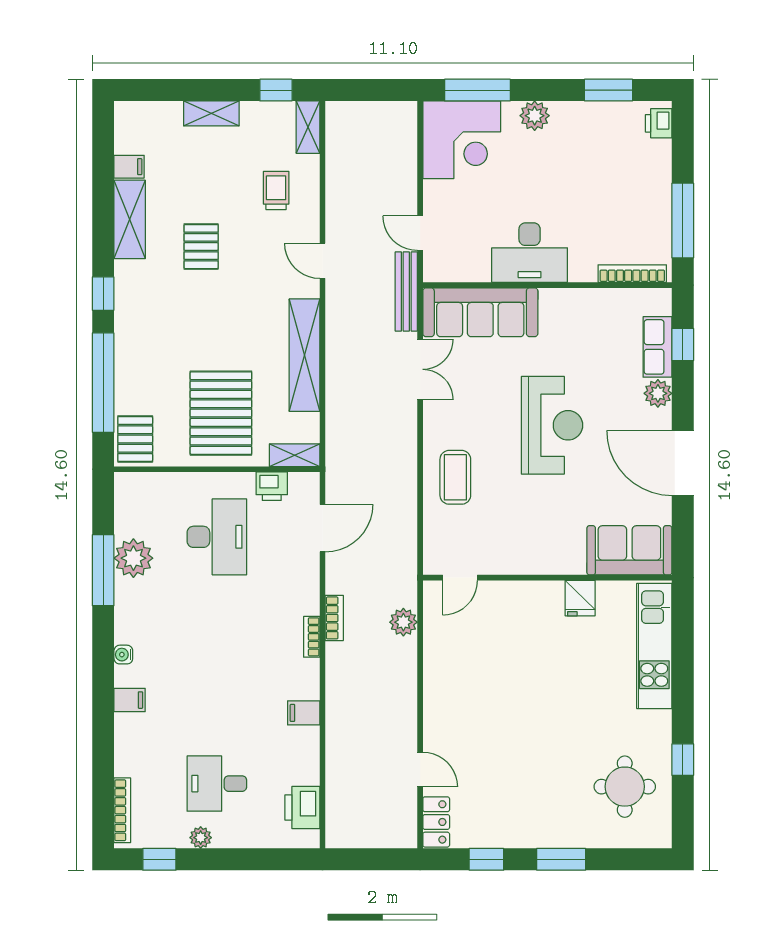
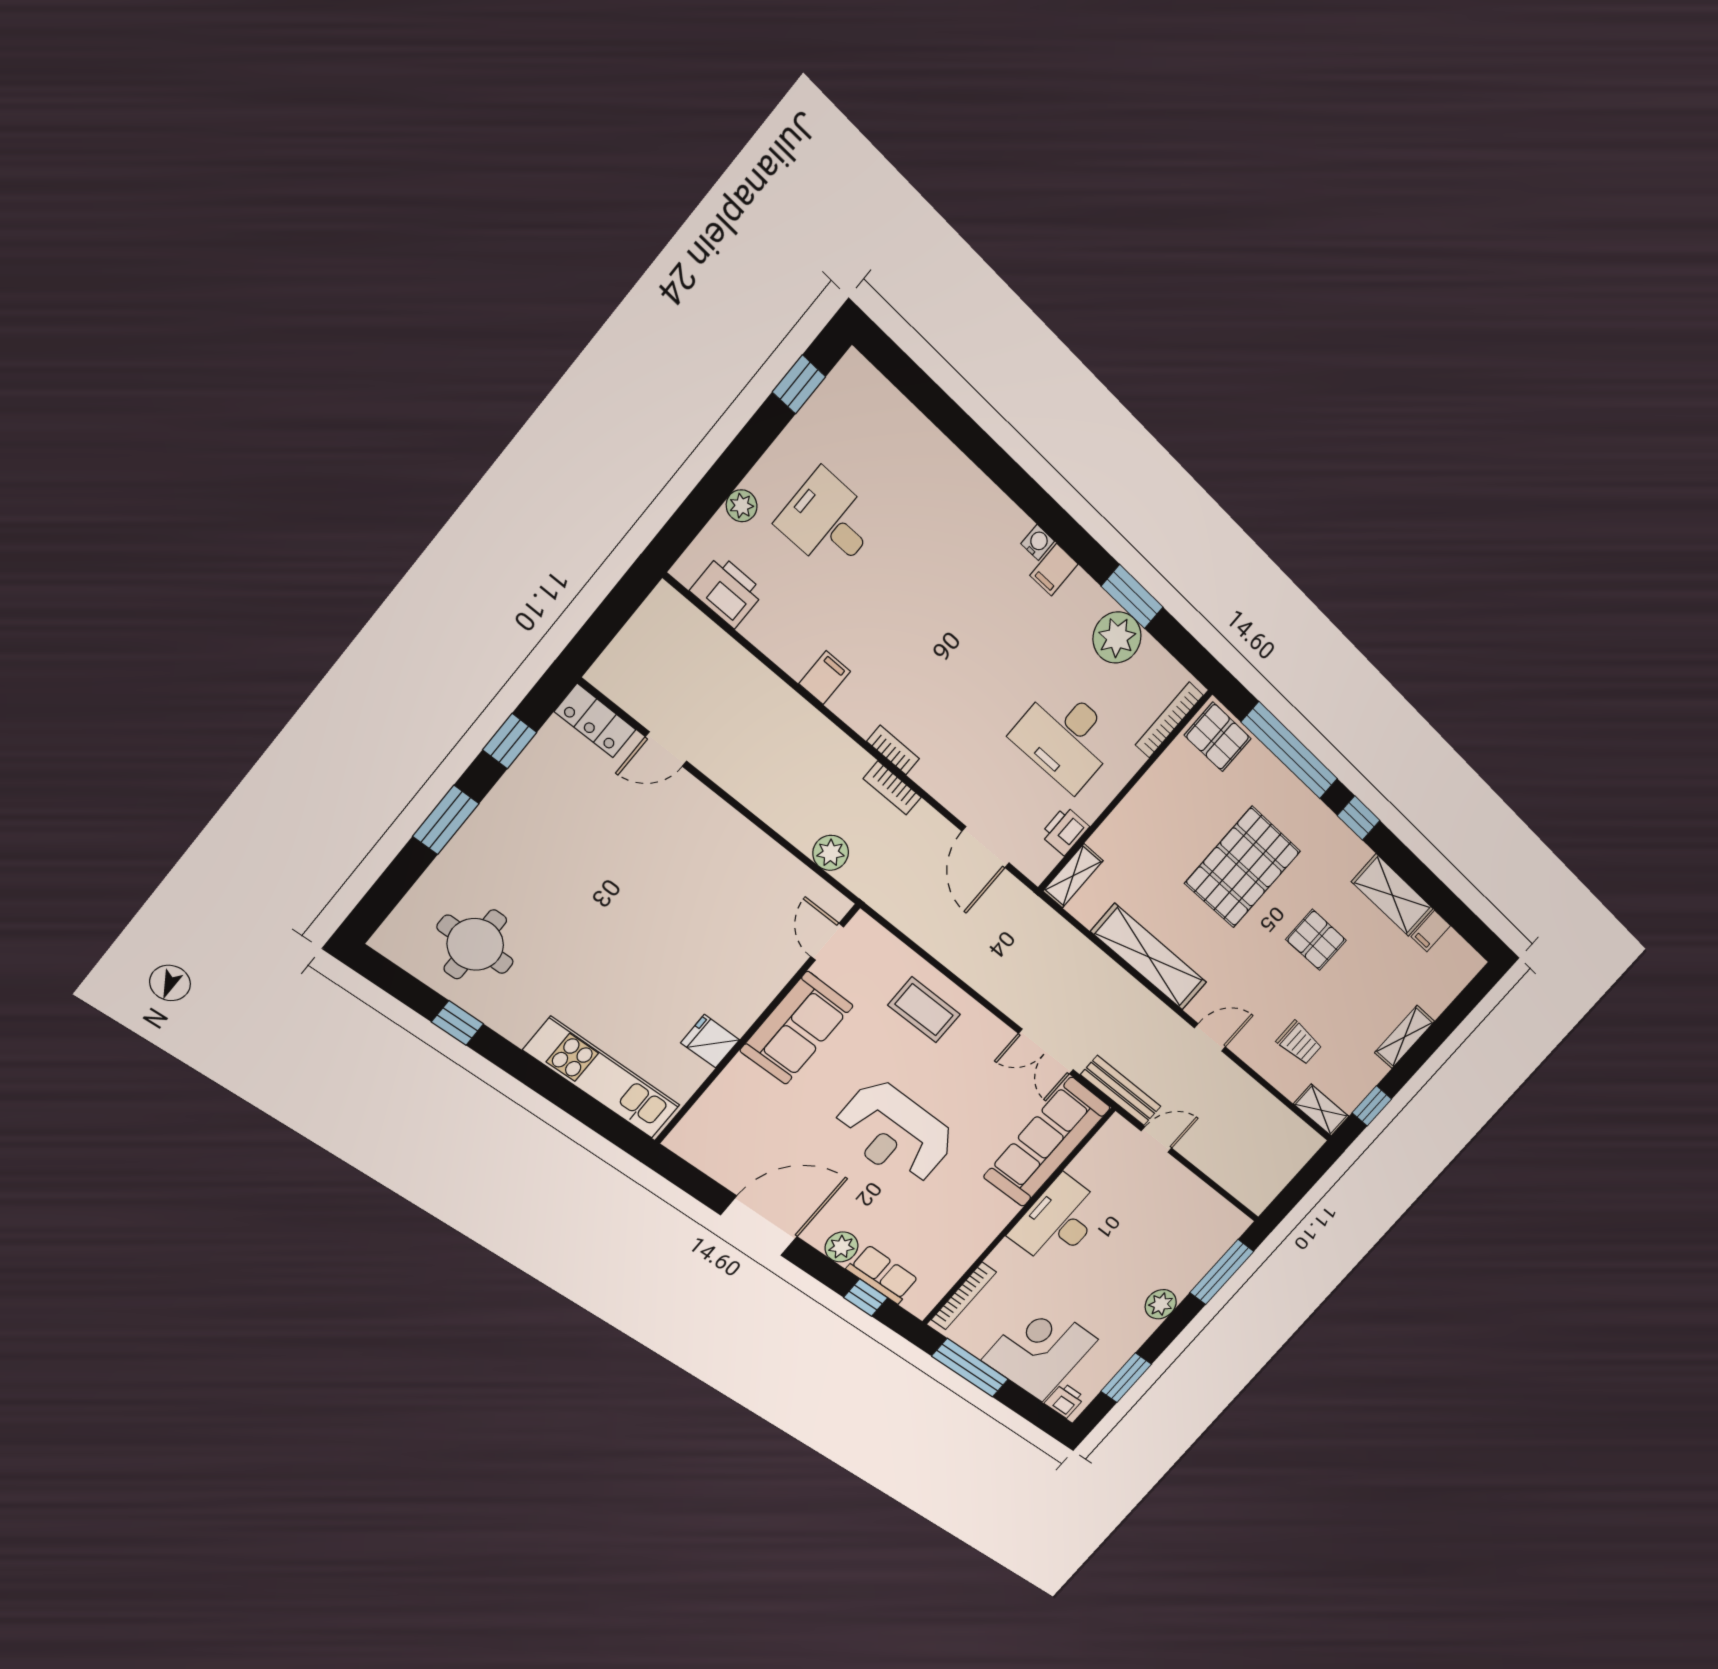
corner desk: (462, 140) -> (1040, 1350), moved, turned 90
pallet: (221, 413) -> (1243, 867), moved, turned 90
sofa: (629, 550) -> (797, 1028), moved
window: (103, 570) -> (1132, 597), width x0.69
filing cabinet: (130, 700) -> (1054, 570), moved
desk: (217, 784) -> (828, 522), turned -90
bookcase: (122, 810) -> (1169, 720), moved, turned 90
plant: (201, 838) -> (742, 506), moved

